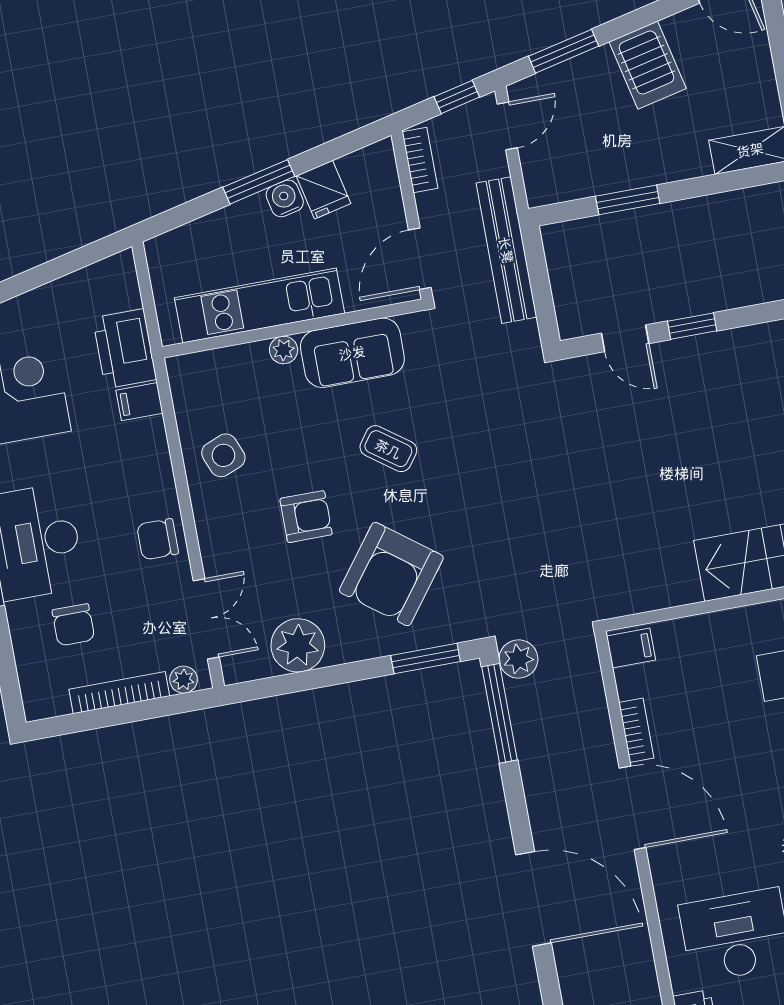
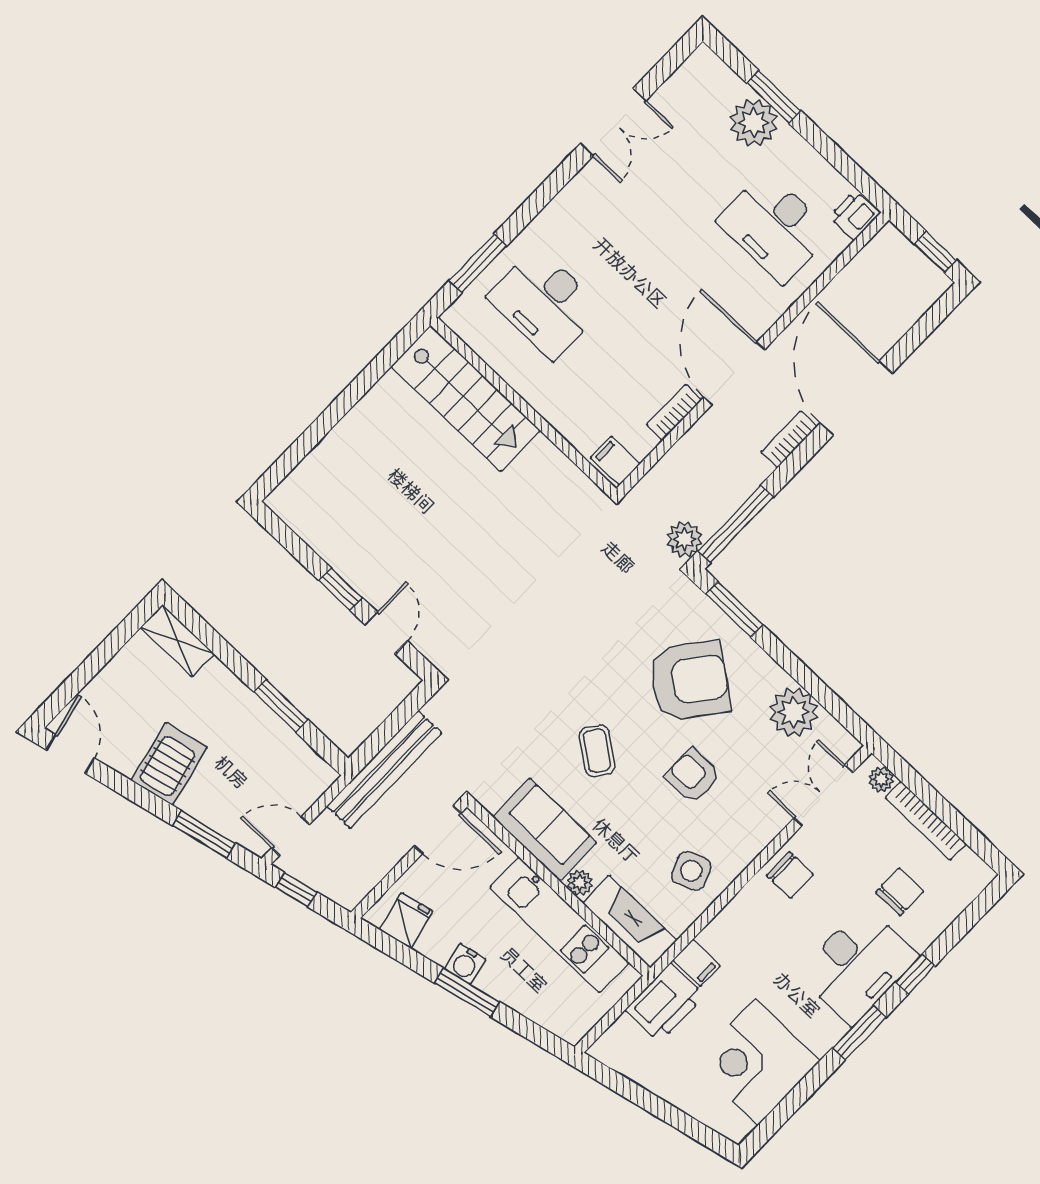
bookcase: (420, 160) -> (789, 439), moved
fridge: (323, 190) -> (406, 920), moved
fireplace: (218, 369) -> (630, 922), added

